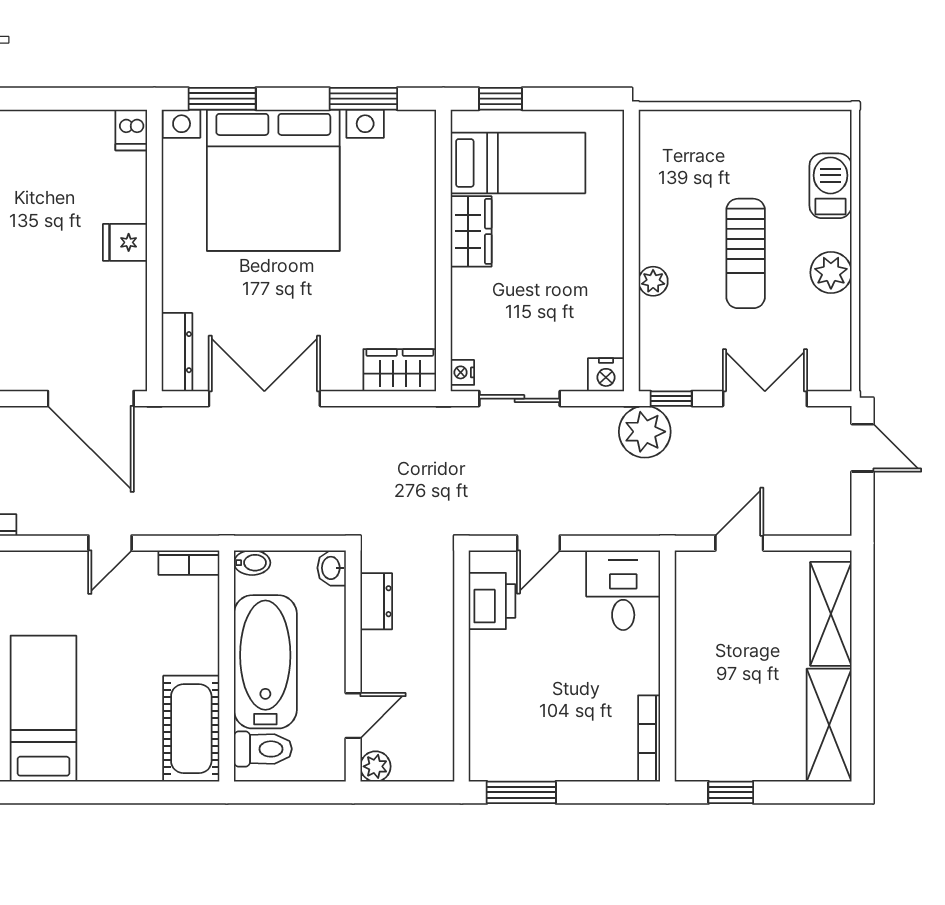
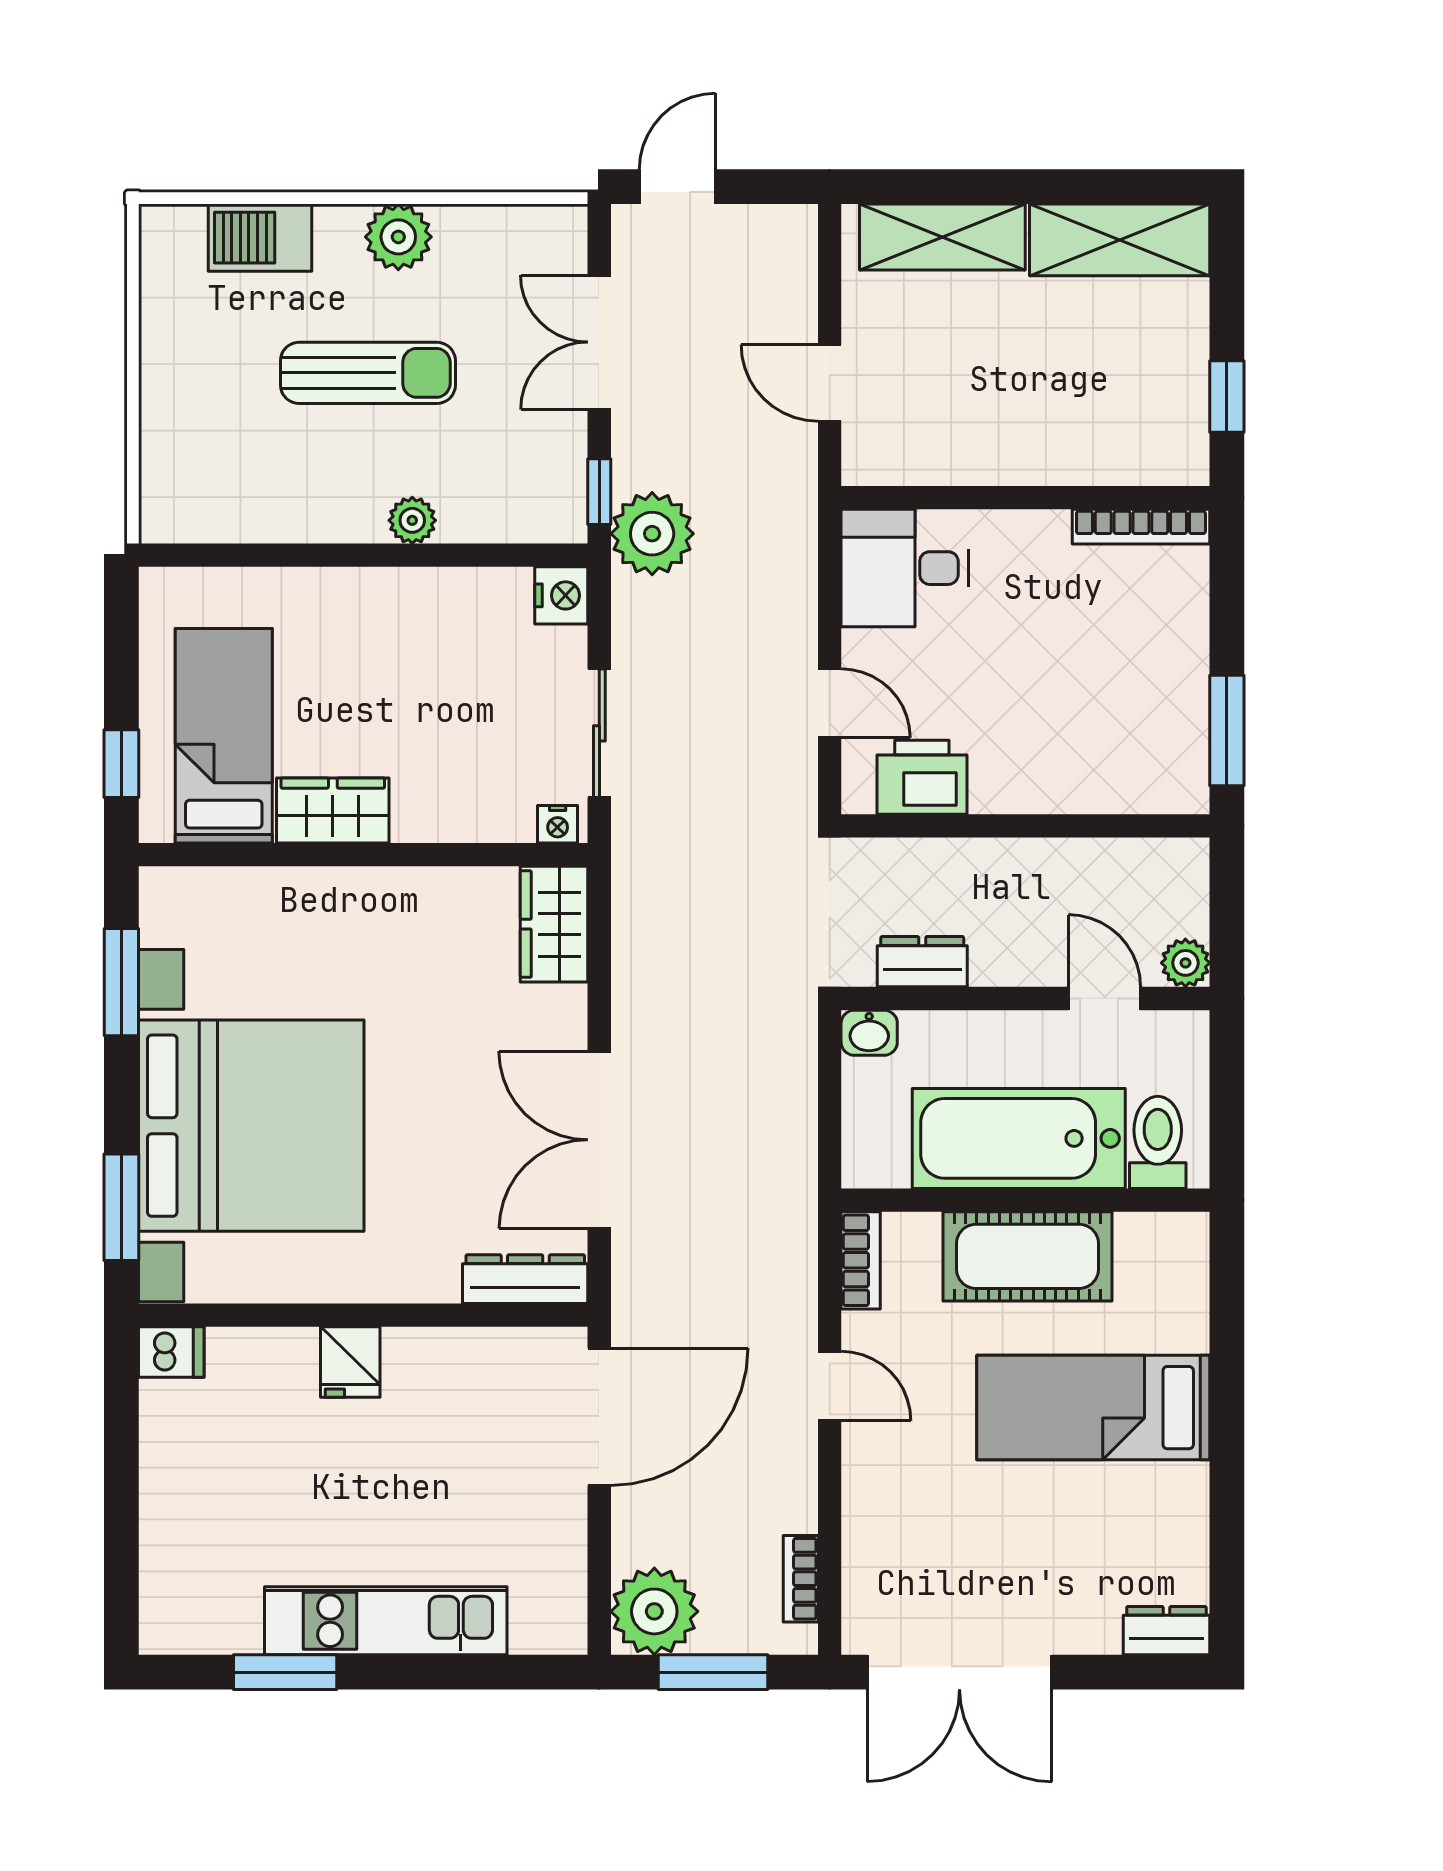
bidet: (252, 563) -> (861, 1159), removed
bed: (43, 709) -> (1093, 1408), moved
cot: (191, 729) -> (1028, 1256), moved

